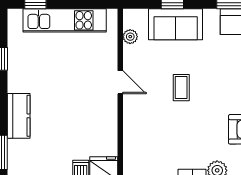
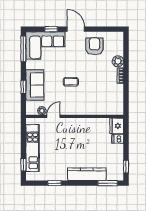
door: (120, 82) -> (53, 116), moved
kitchen counter: (19, 116) -> (87, 174), width x1.50

